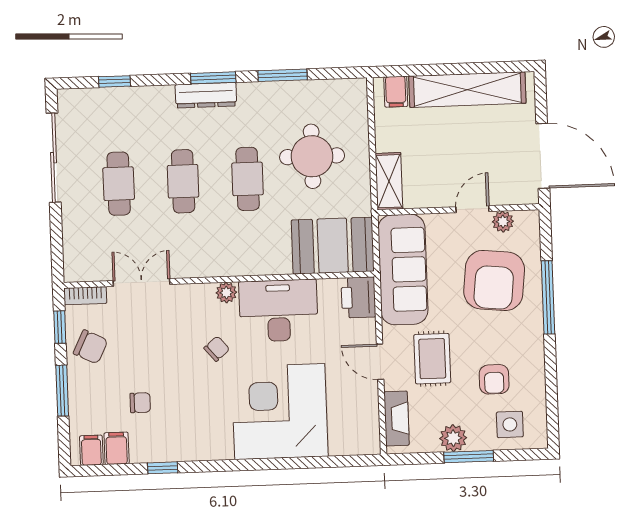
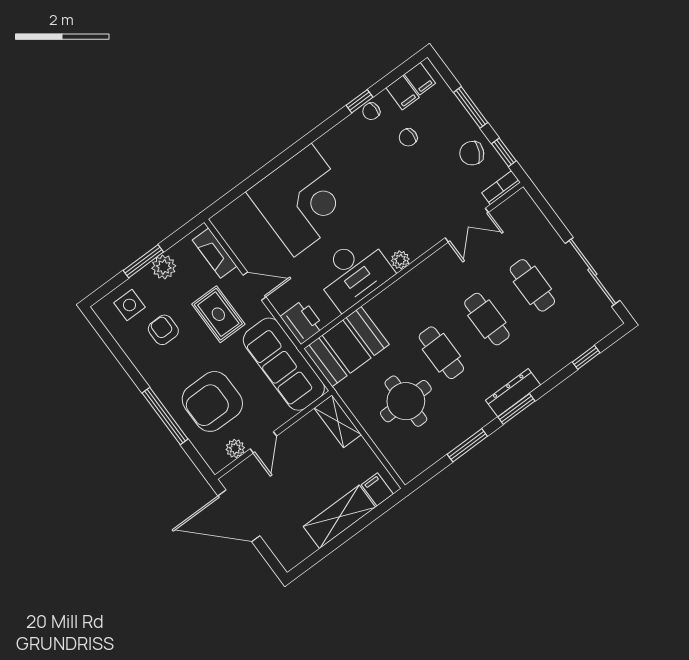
shelving: (467, 90) -> (339, 517), width x0.68
armchair: (494, 280) -> (212, 401), turned -96
chair: (217, 349) -> (371, 111), moved, turned 40

